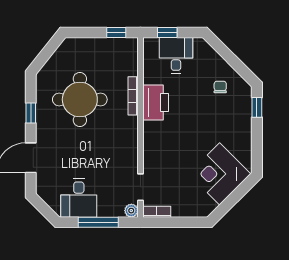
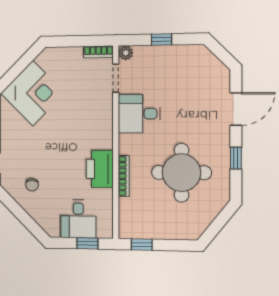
desk: (79, 198) -> (139, 114), moved, turned -90
window: (98, 222) -> (161, 40), width x0.46

